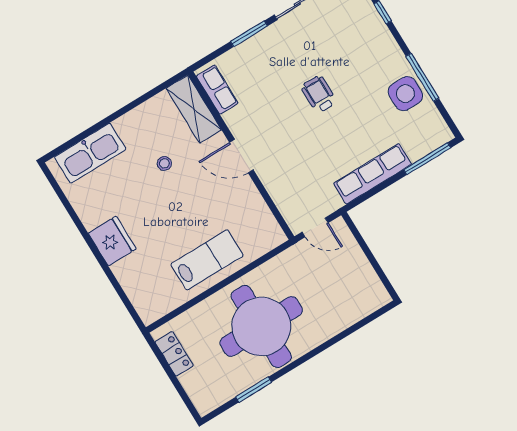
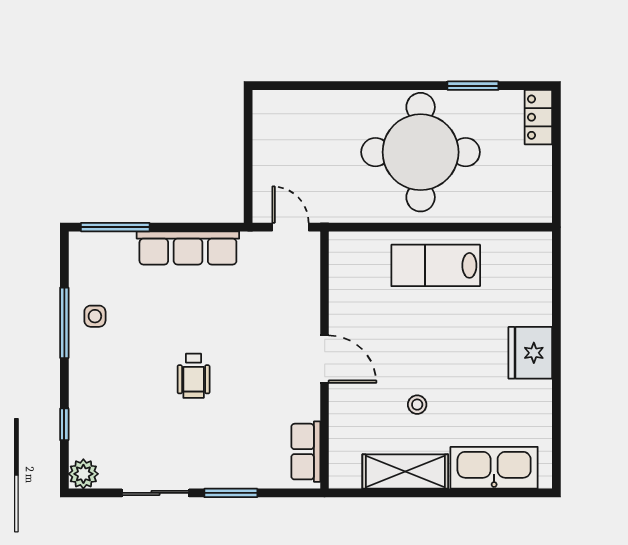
side table: (405, 94) -> (95, 316), width x0.54, depth x0.54
shelving: (194, 109) -> (405, 472), moved, turned 90
locker: (174, 354) -> (538, 117), moved

